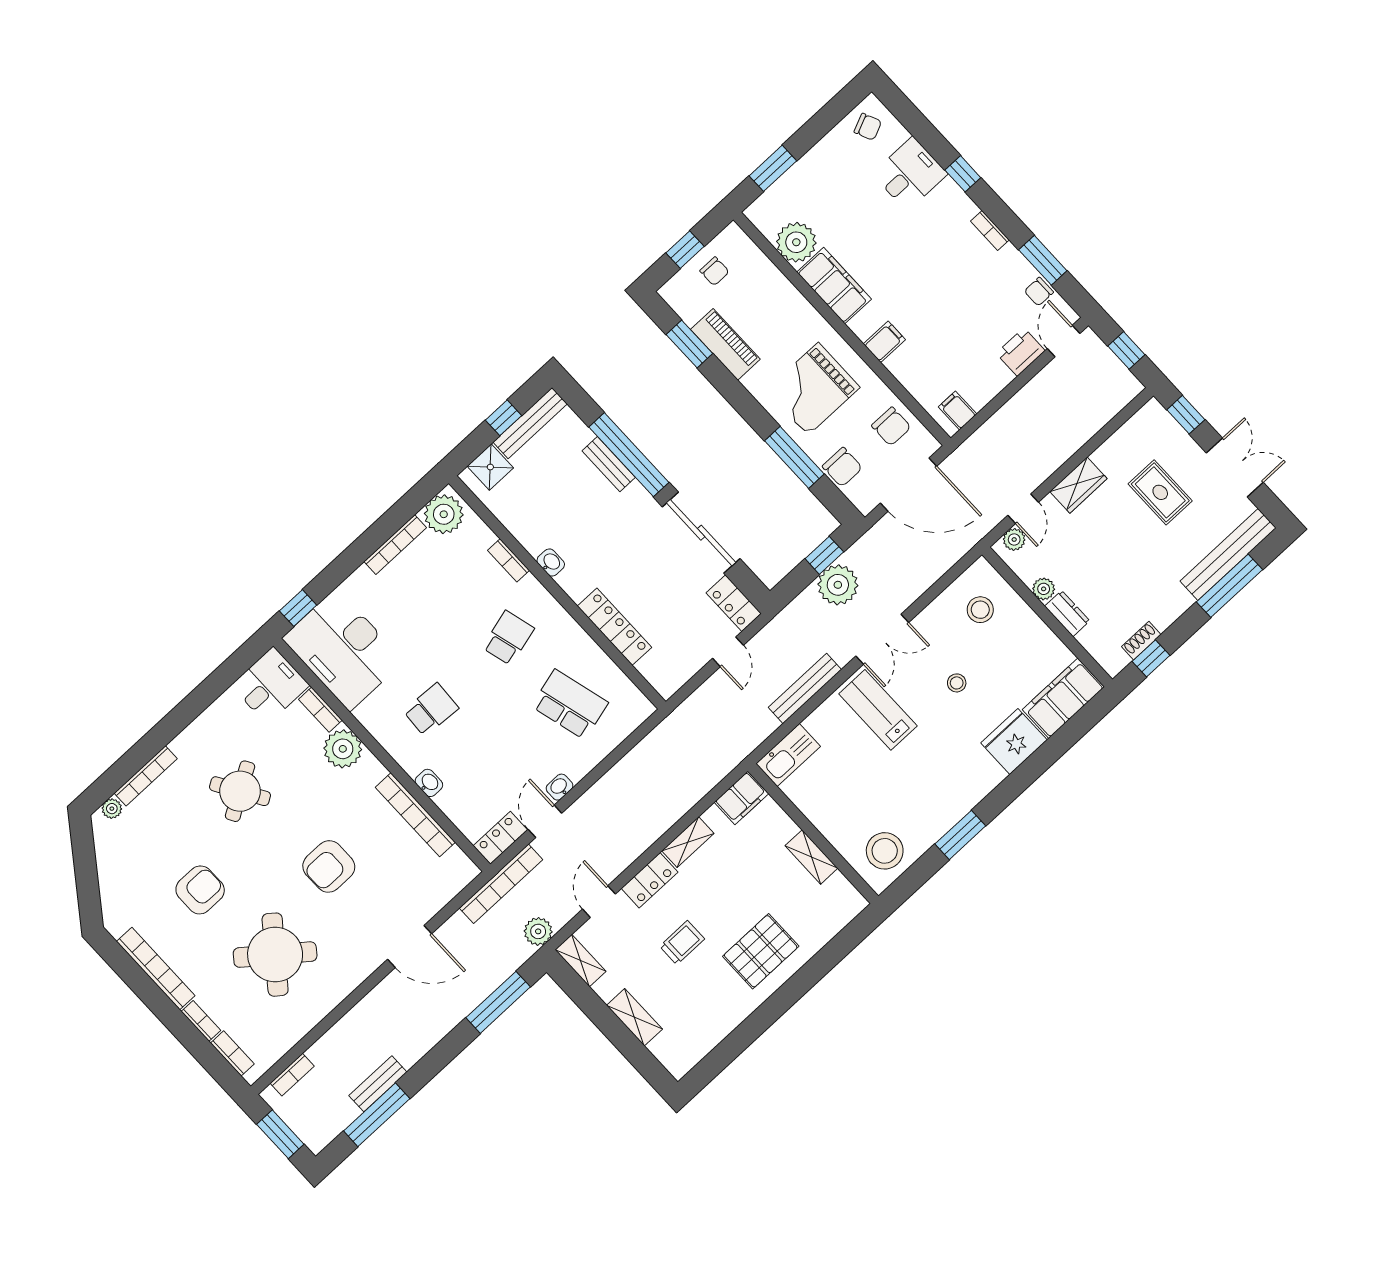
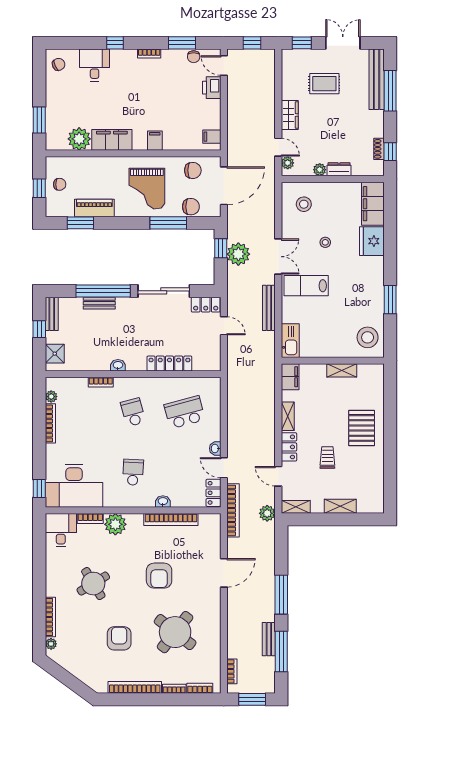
bench: (530, 423) -> (52, 314), width x0.73
plant: (444, 514) -> (51, 397), width x0.53, depth x0.53
window: (498, 1002) -> (281, 595), moved

